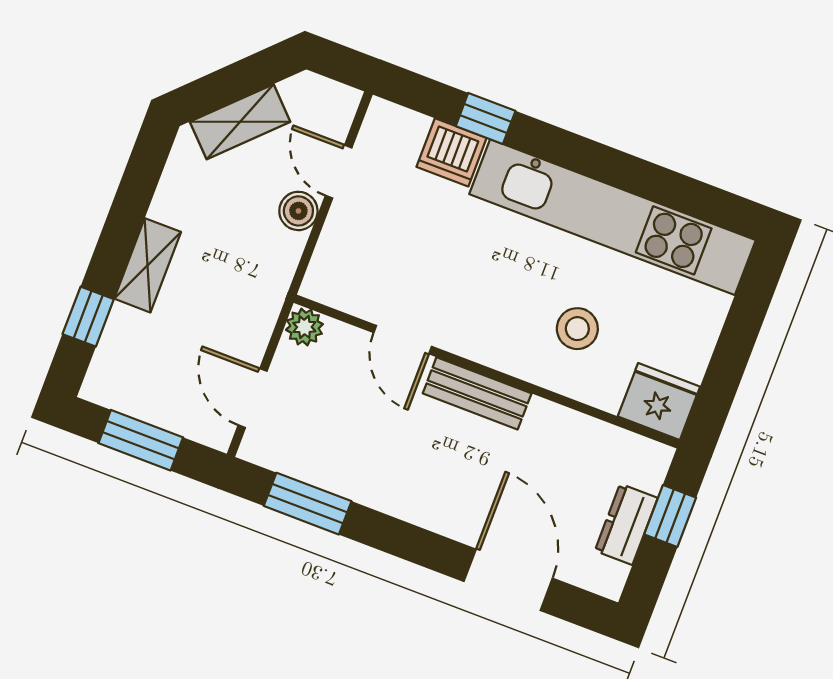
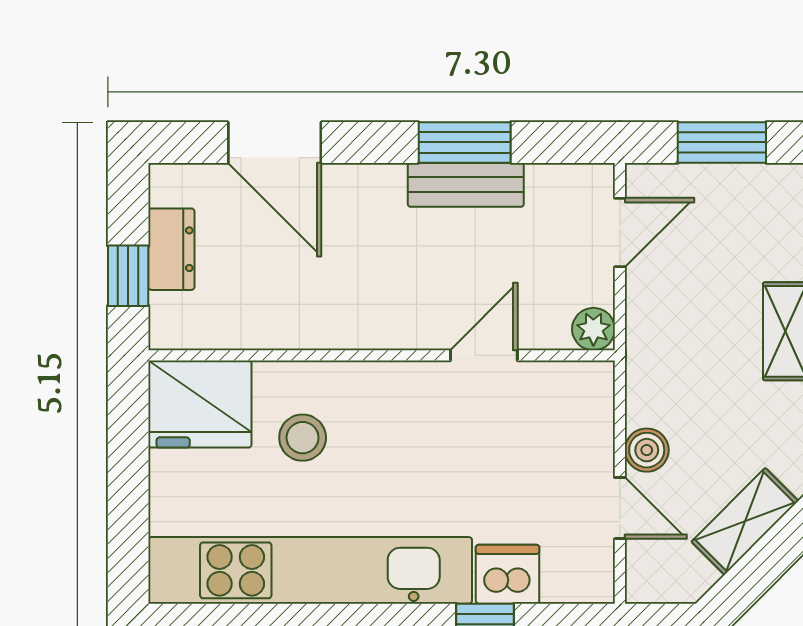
door: (403, 340) -> (484, 355), hinge flipped
bench: (477, 393) -> (466, 185), moved
door: (253, 398) -> (620, 232), hinge flipped
fridge: (659, 402) -> (200, 404), width x1.36, depth x1.34
window: (308, 504) -> (465, 142), moved

